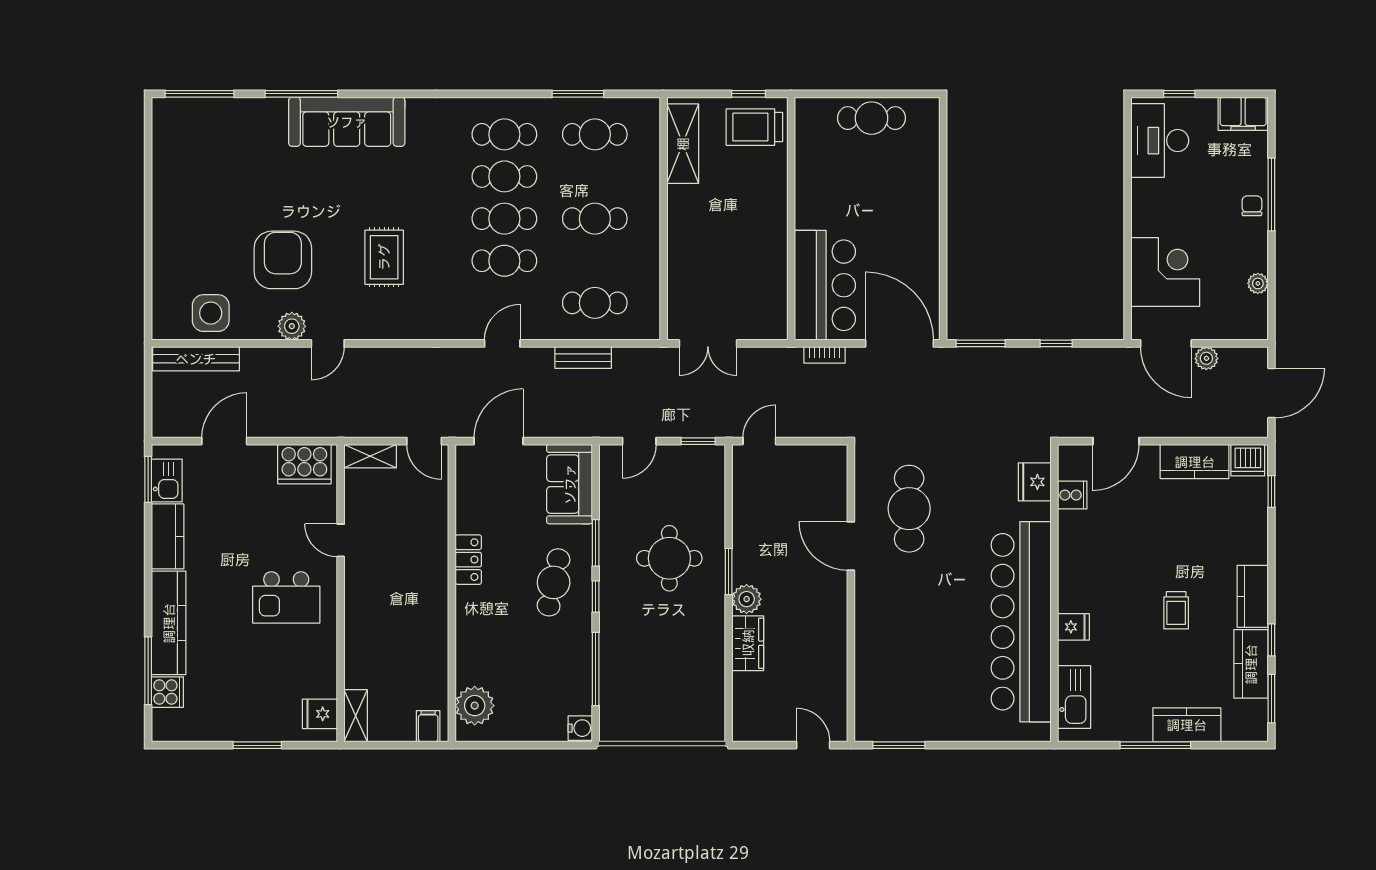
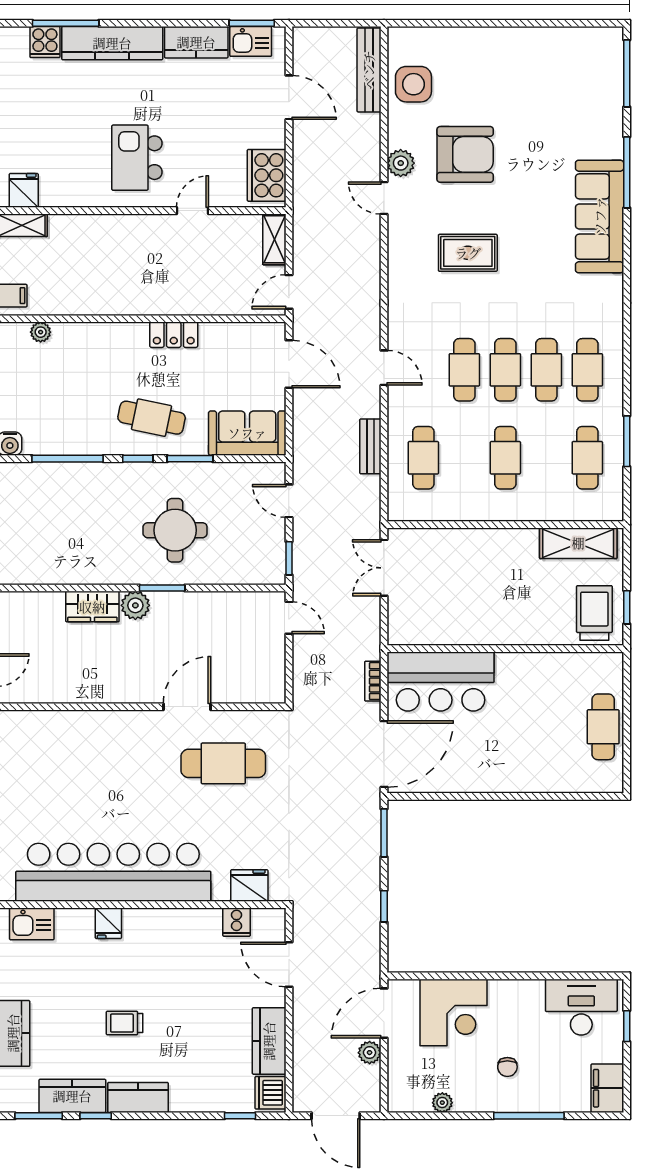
chair: (1252, 206) -> (507, 1067), moved, turned 90
kitchen sink: (1074, 697) -> (32, 924), width x0.73
plant: (475, 706) -> (41, 332), width x0.53, depth x0.53

